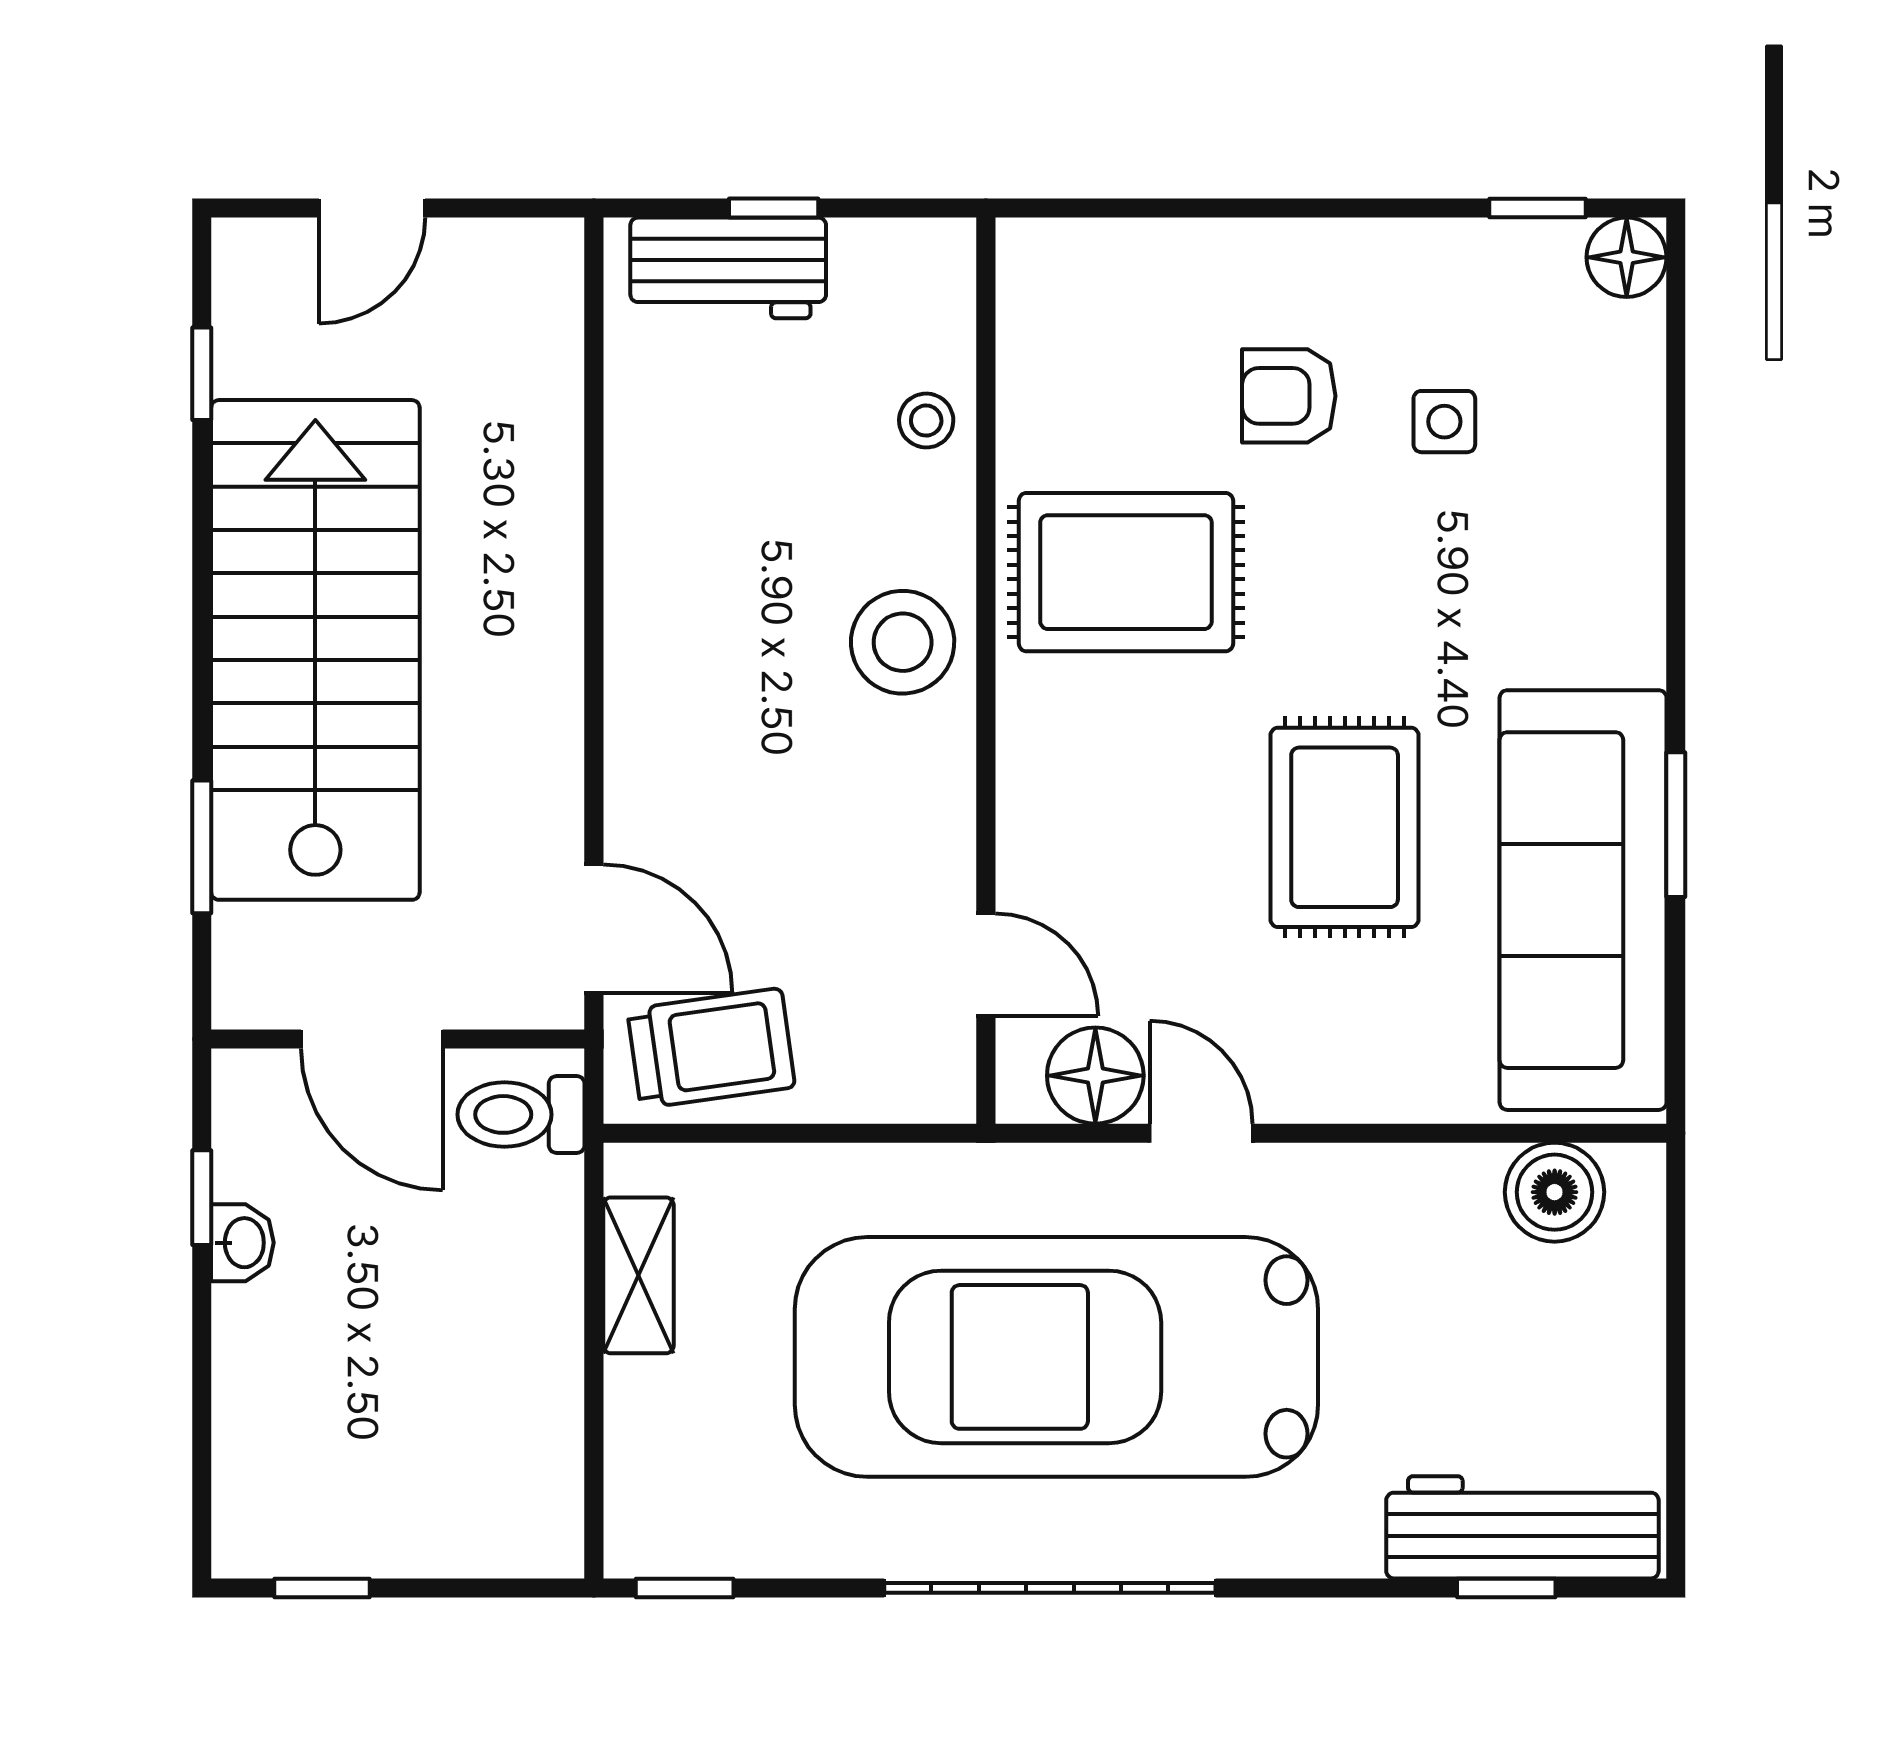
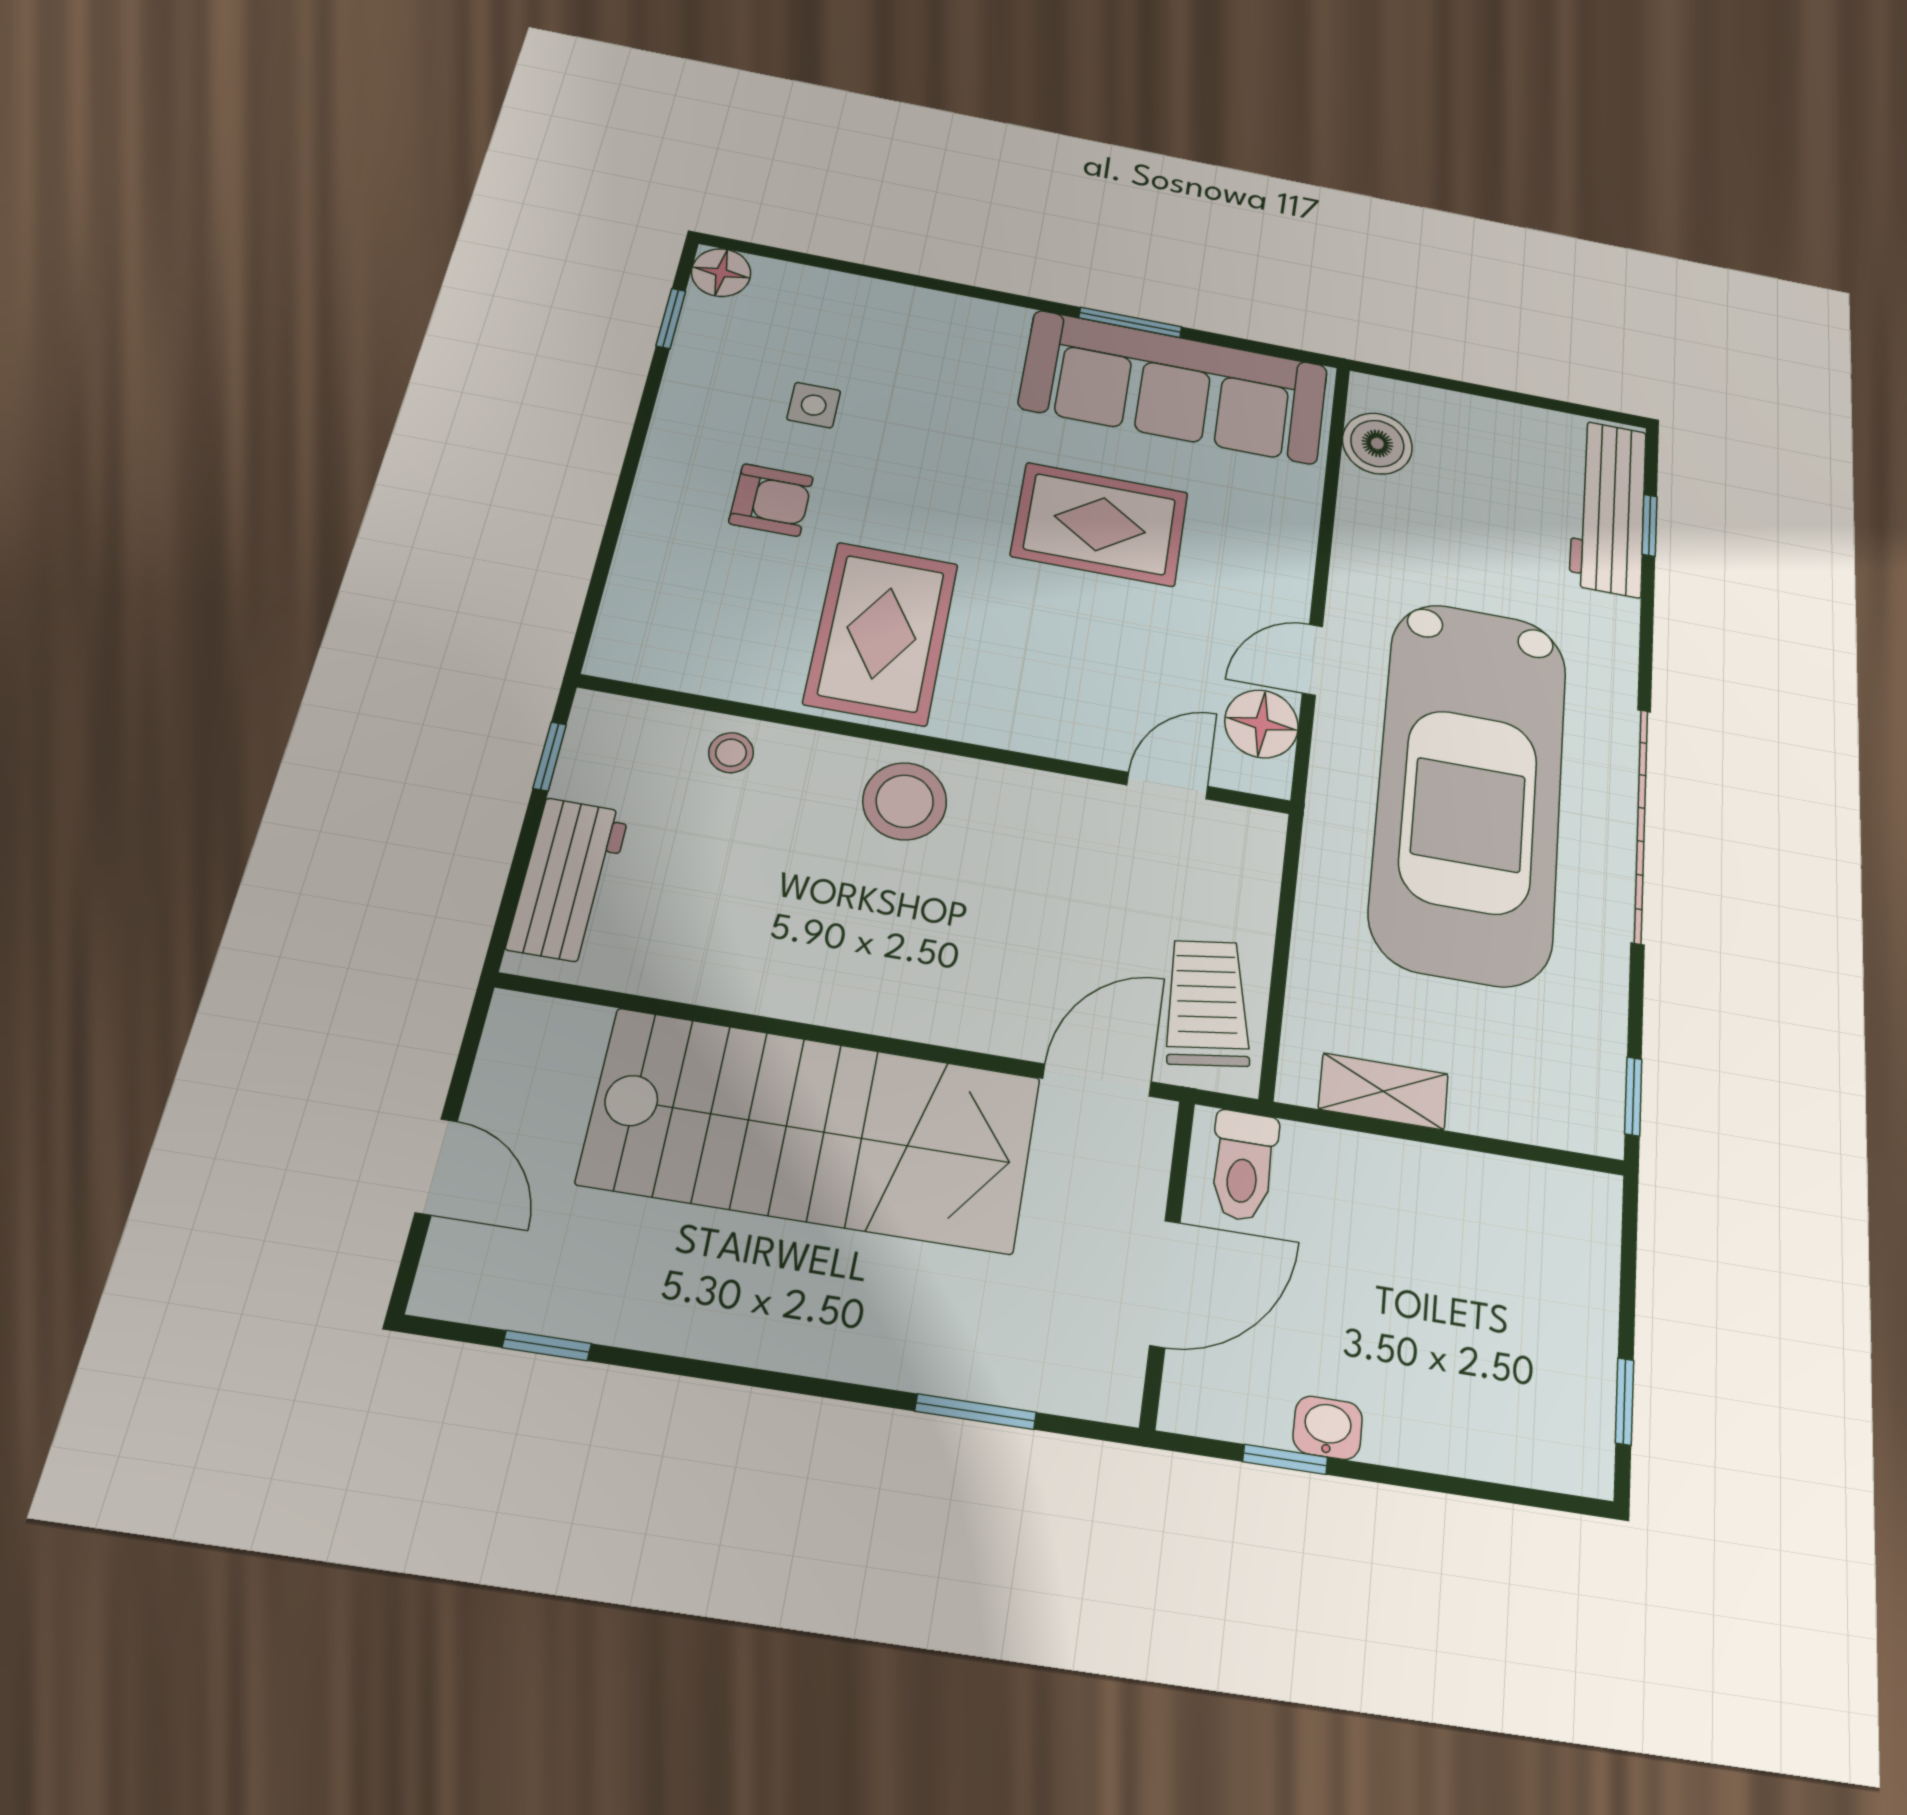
window: (774, 208) -> (550, 756), moved
armchair: (1289, 396) -> (771, 500), turned -90
stairs: (315, 650) -> (813, 1130), moved, turned 180

